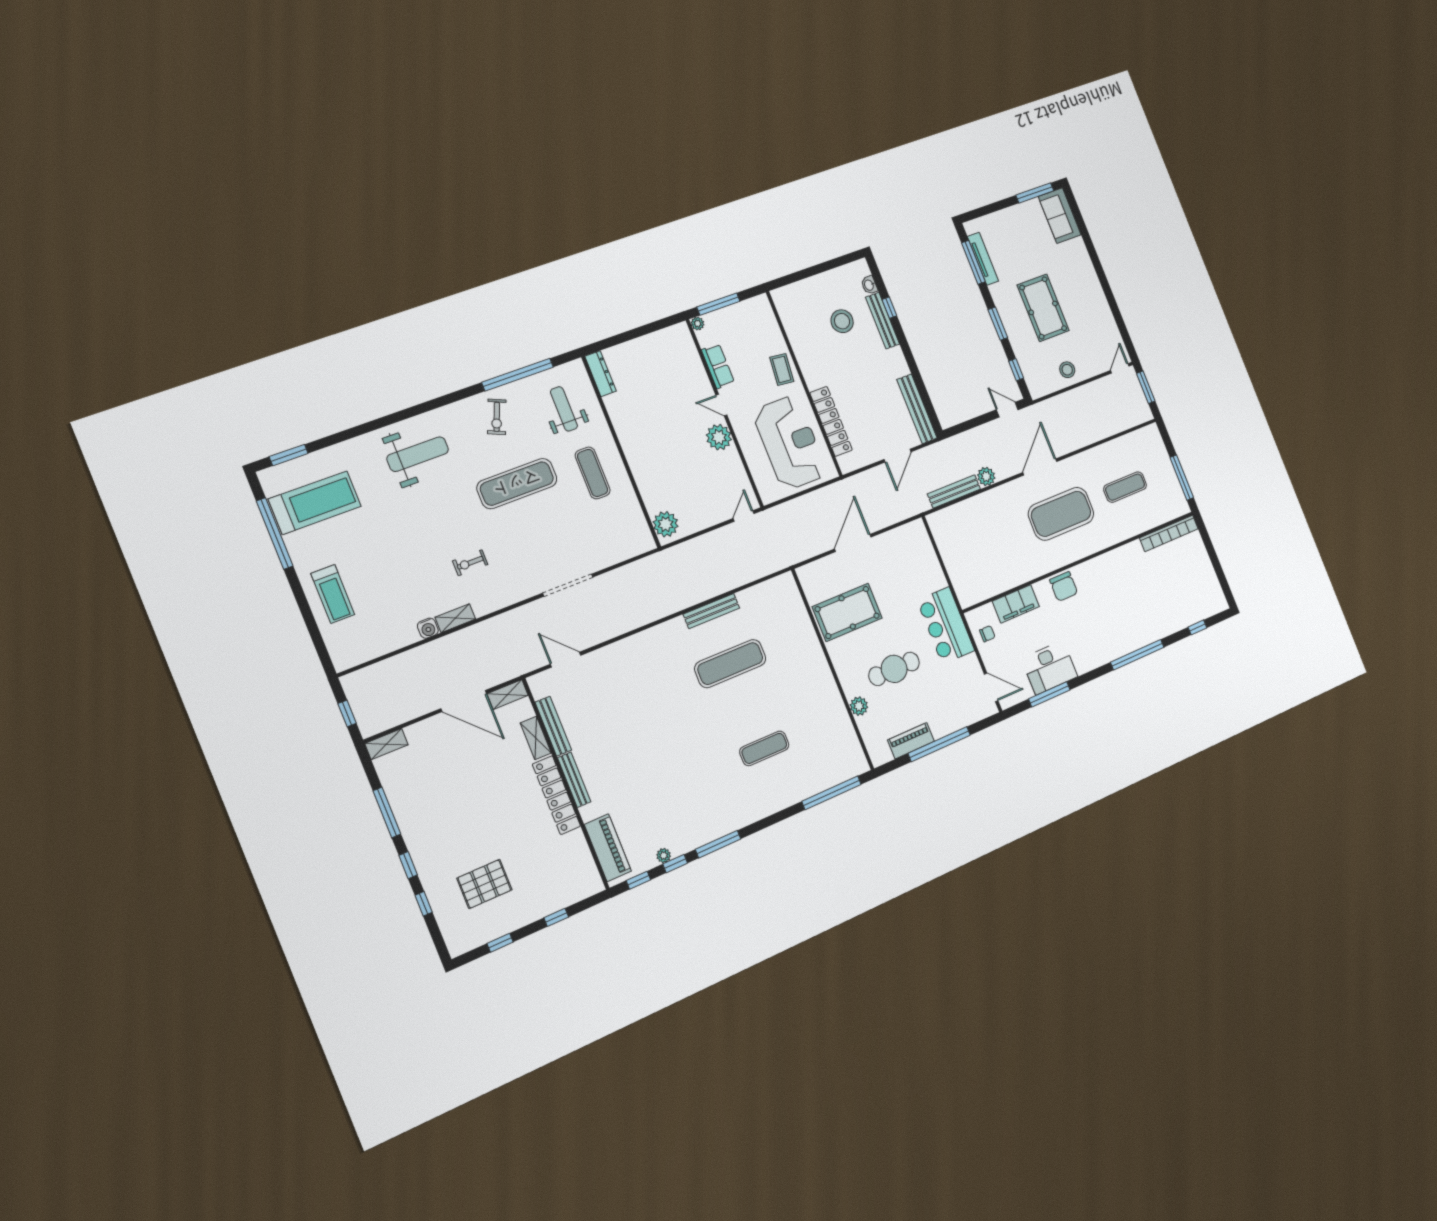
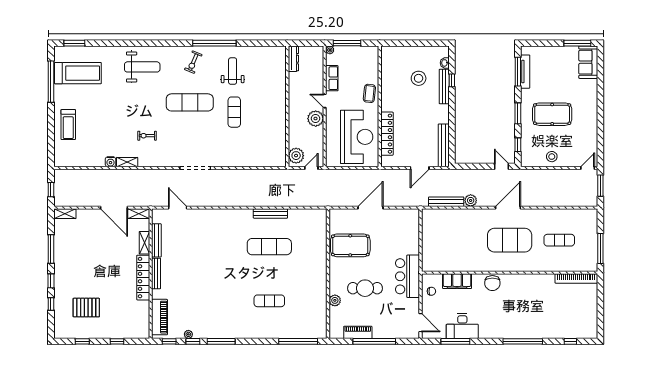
pool table: (1043, 308) -> (552, 114), turned 90
dresser: (600, 374) -> (293, 59), moved
wall: (621, 452) -> (287, 106), moved
plant: (666, 524) -> (296, 156), moved

